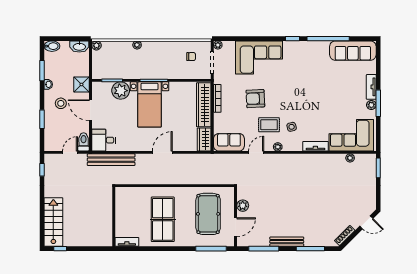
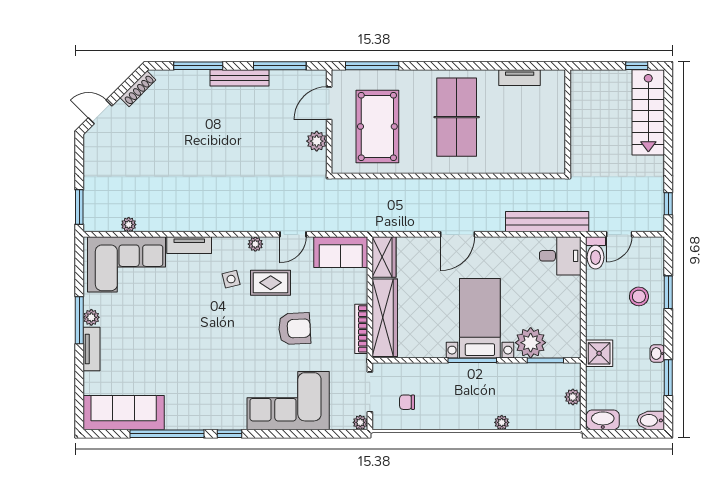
plant: (96, 45) -> (573, 397), moved
stool: (61, 103) -> (639, 296), moved
door: (90, 110) -> (583, 308), removed
wall: (114, 217) -> (568, 122), moved

